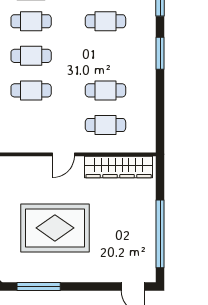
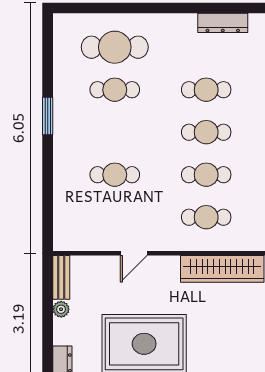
cafe table: (31, 56) -> (206, 132), moved
door: (63, 154) -> (134, 253), moved

